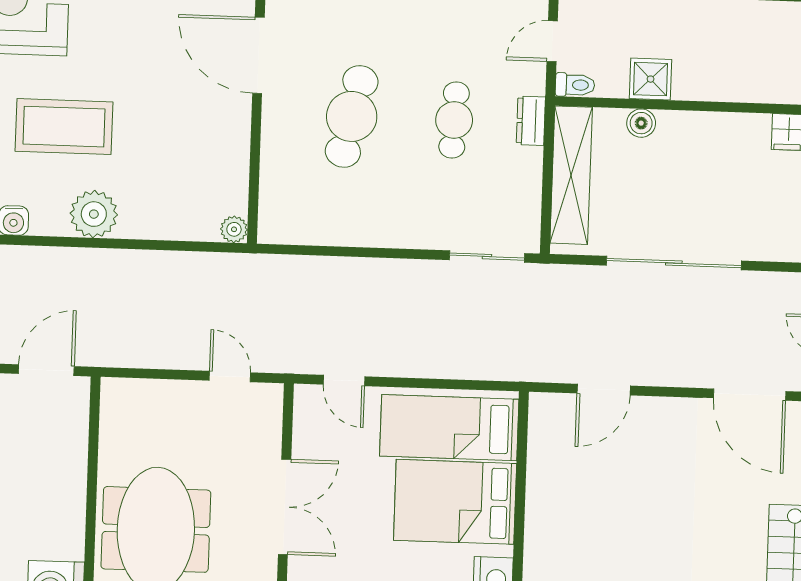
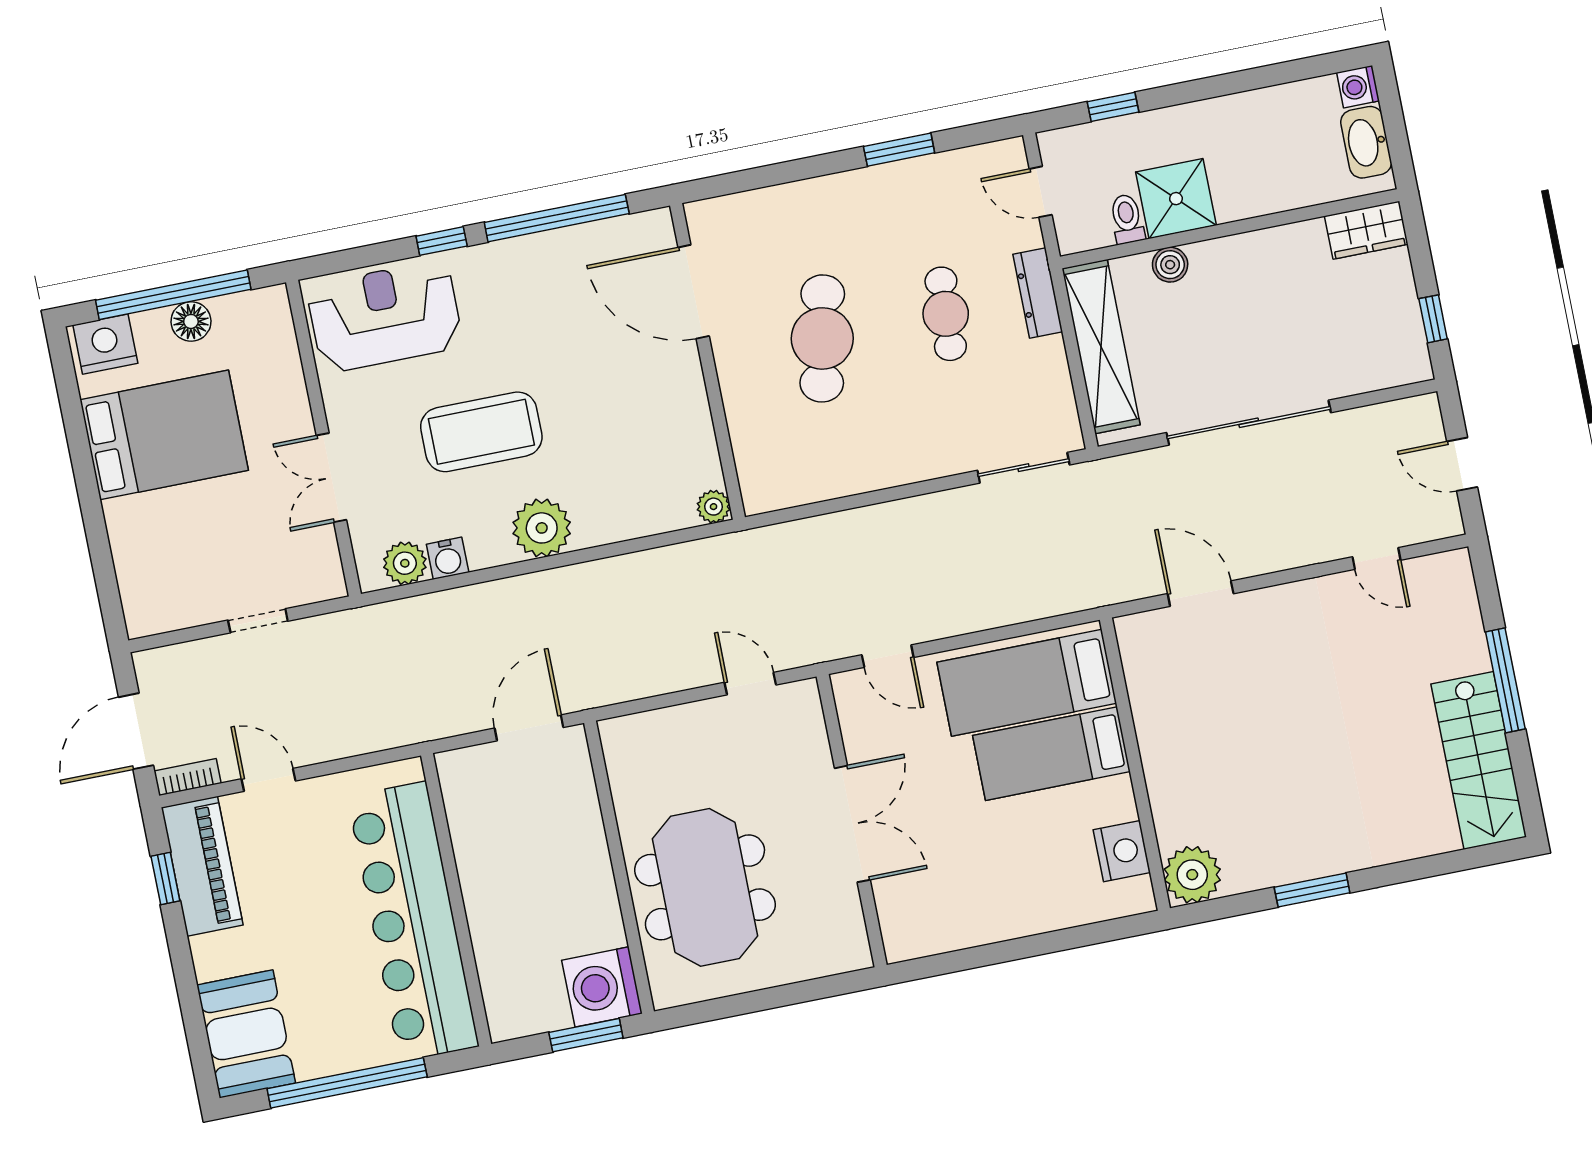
door: (552, 41) -> (1041, 192), hinge flipped
shower: (651, 79) -> (1176, 199), width x1.36, depth x1.36
toilet: (575, 85) -> (1127, 219), moved, turned -90
dresser: (531, 121) -> (1038, 293), width x1.44
door: (604, 390) -> (1201, 594), swing flipped
door: (750, 395) -> (1376, 558), width x0.53
bed: (455, 502) -> (1051, 754), width x0.67

